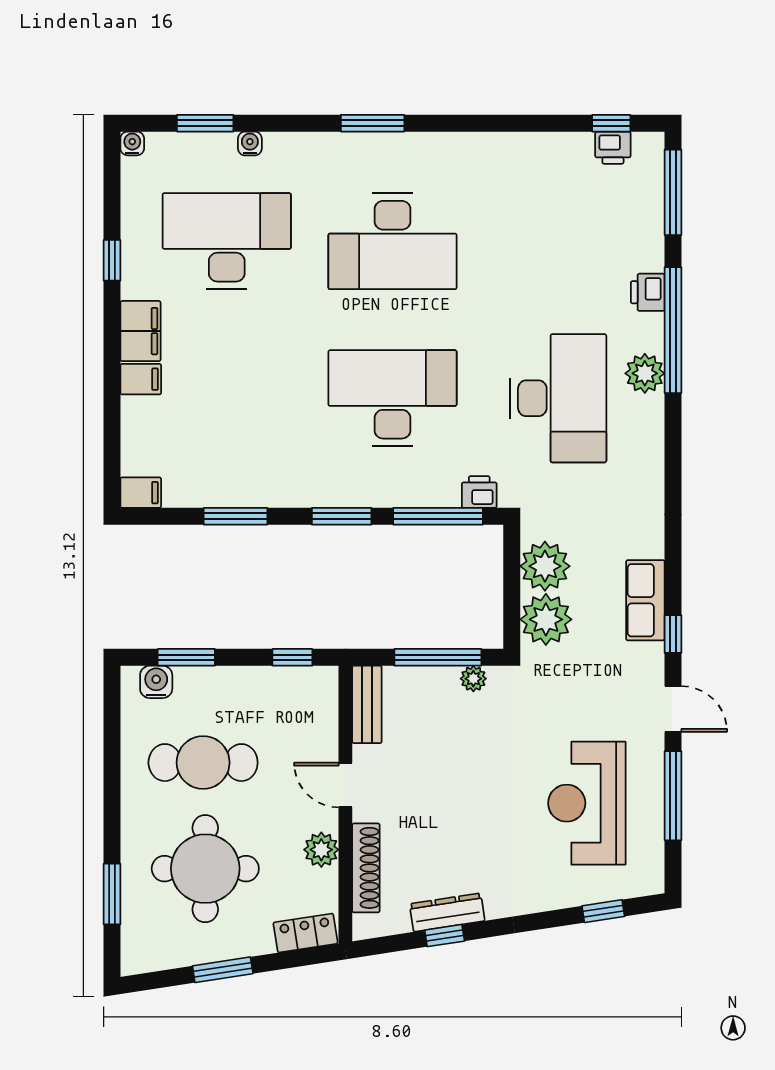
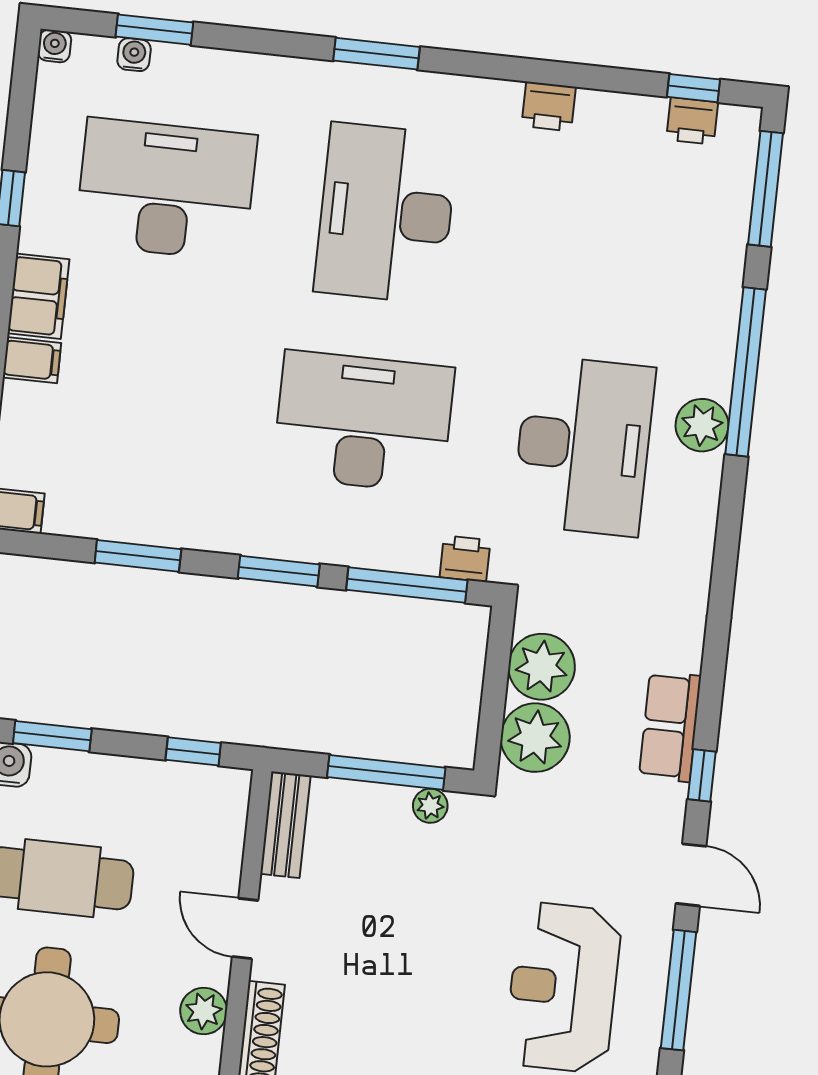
water cooler: (250, 144) -> (134, 55), moved
desk: (392, 241) -> (386, 213), turned 90
printer: (648, 292) -> (549, 106), moved, turned -90

